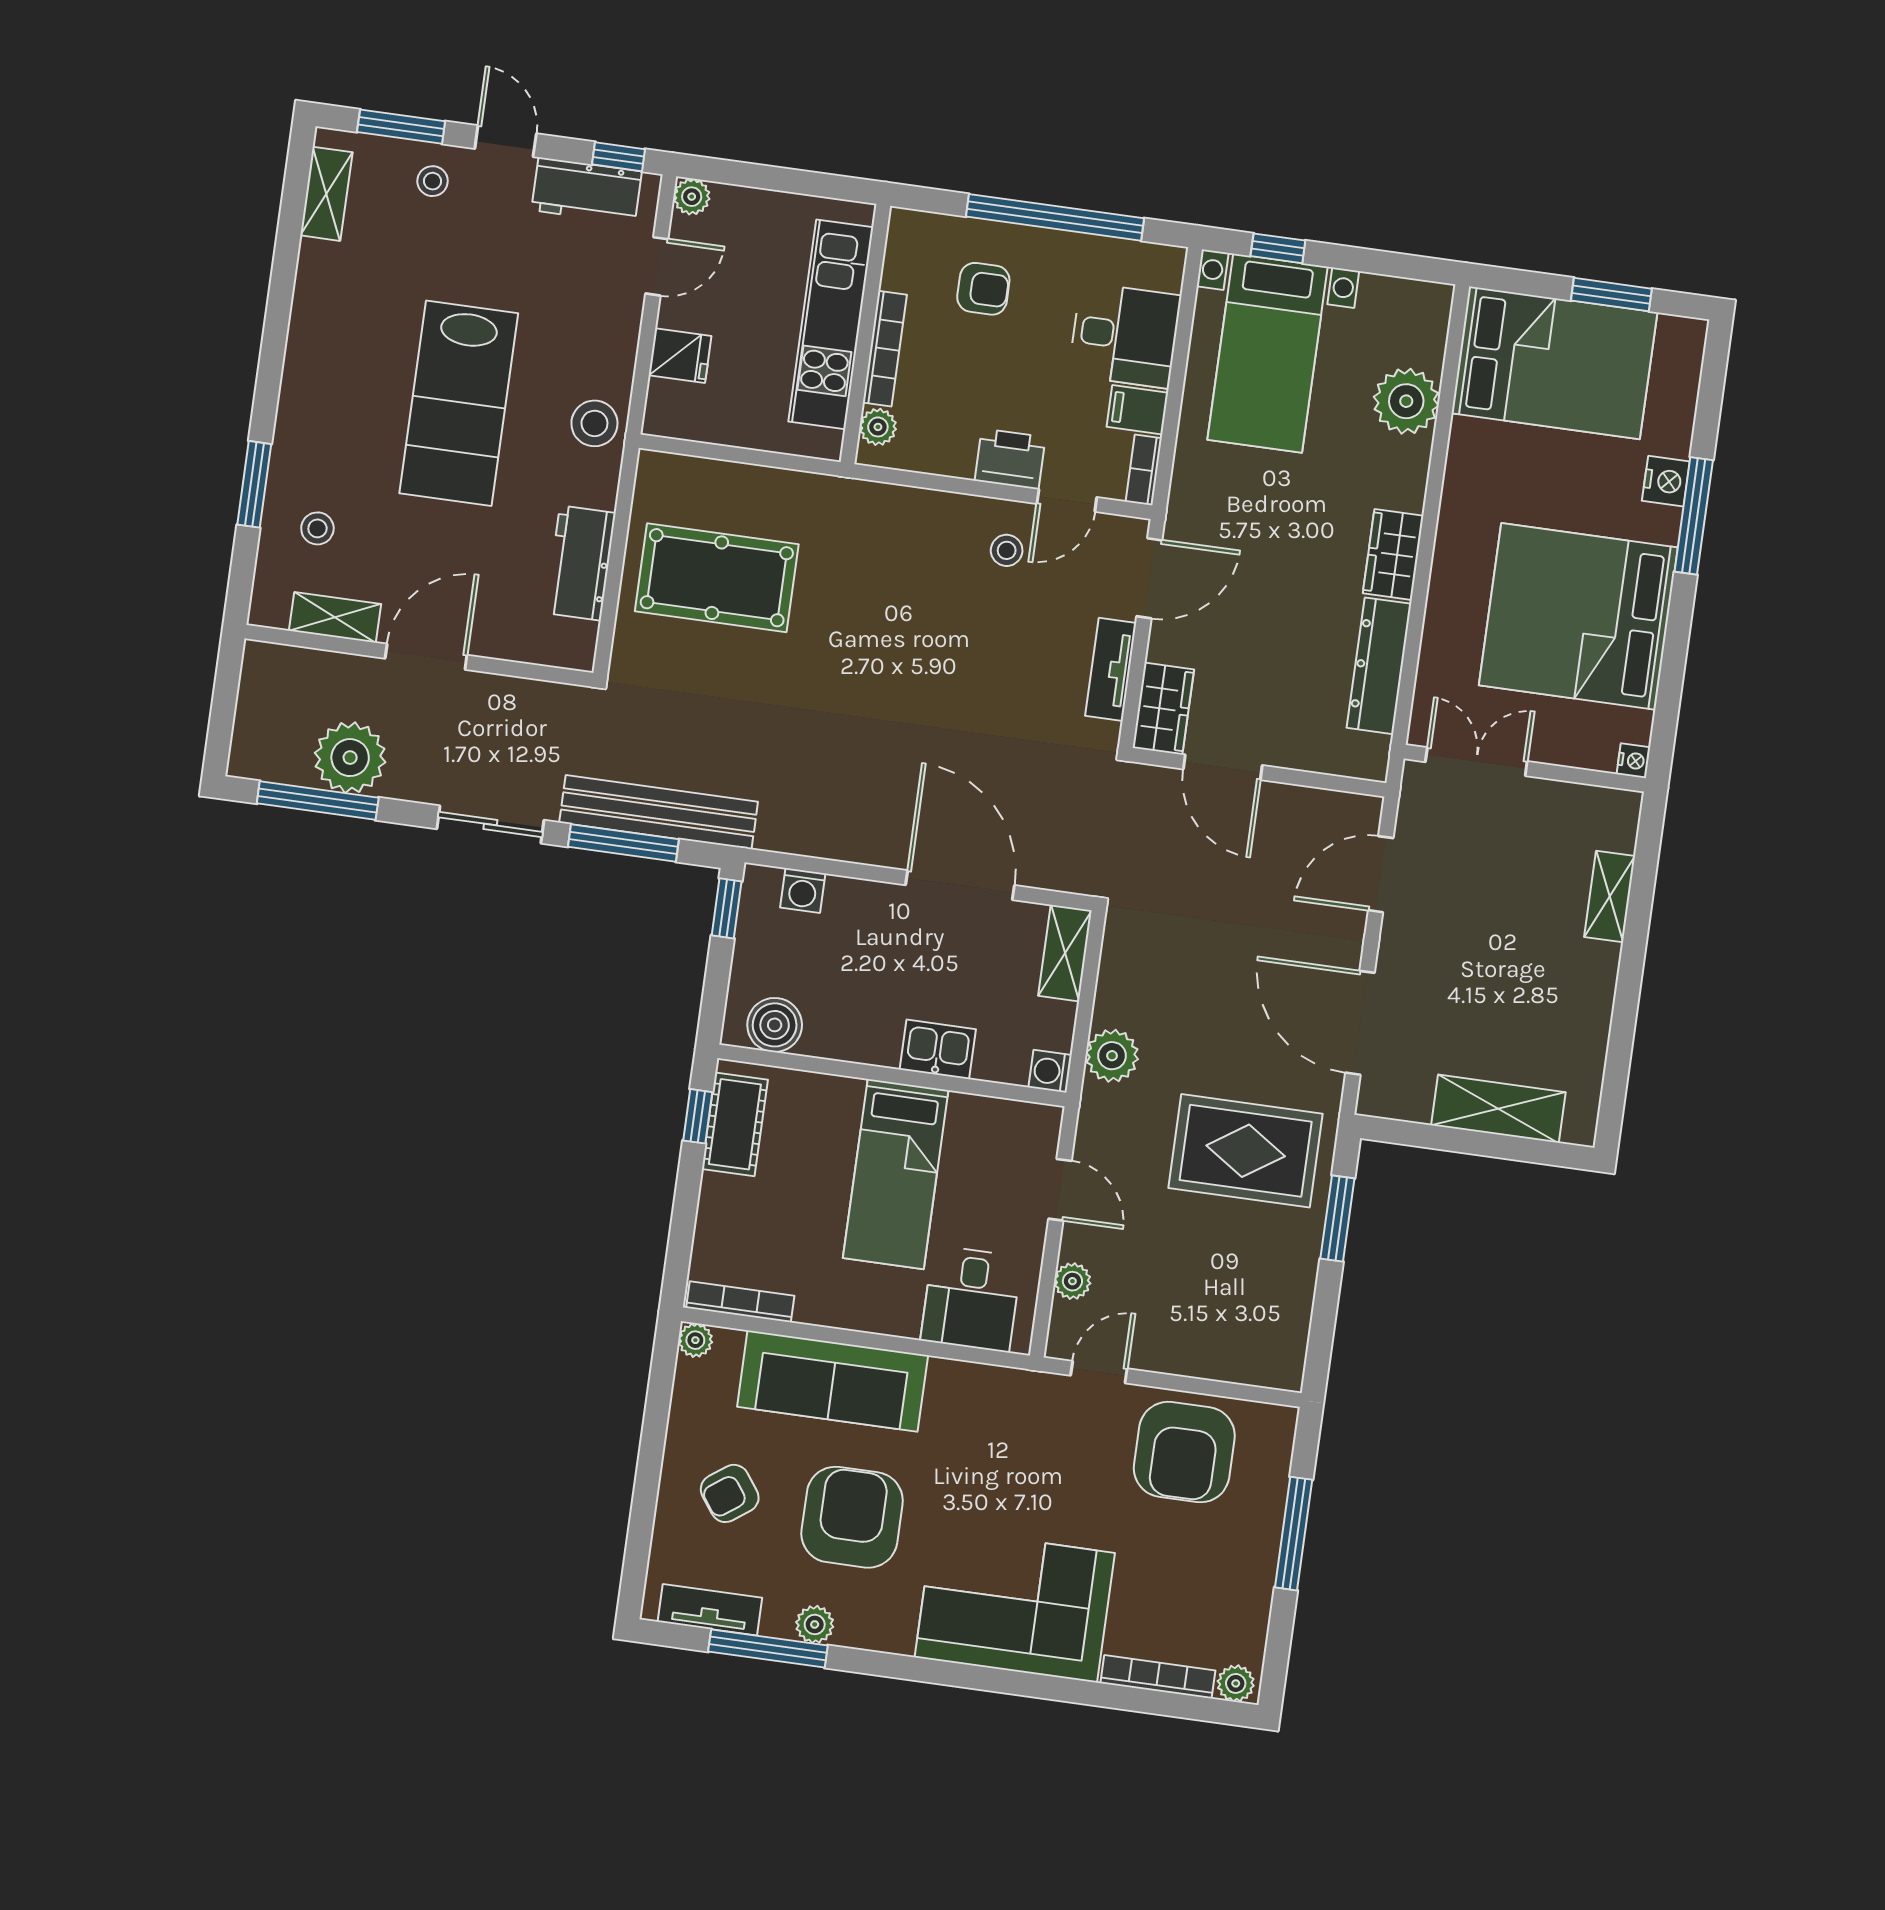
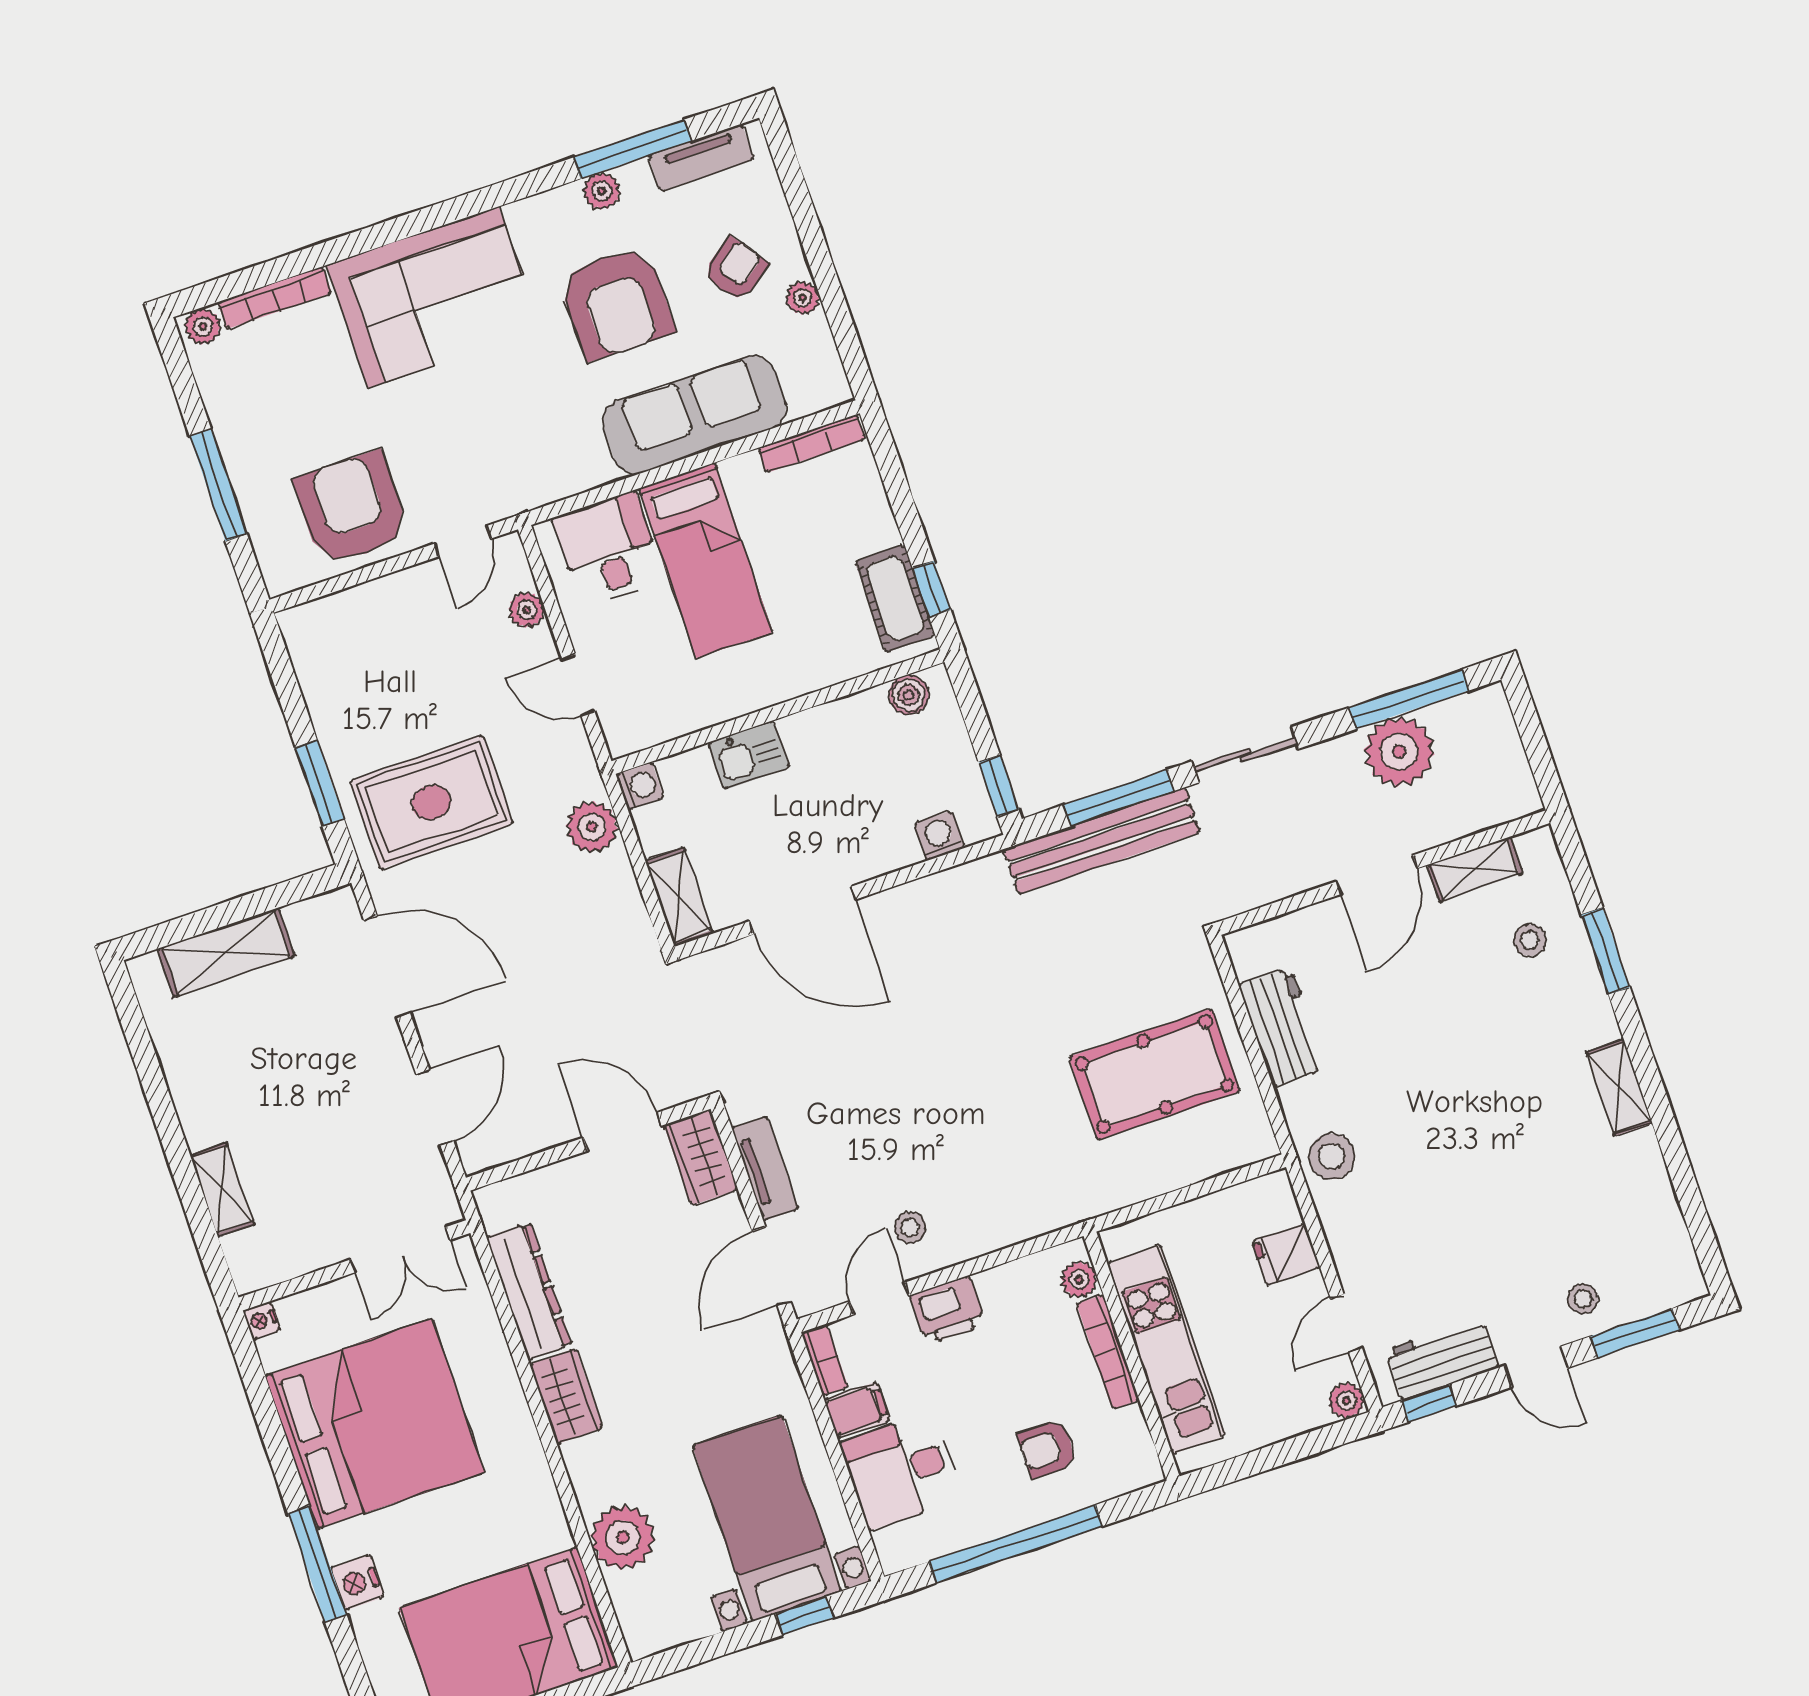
shelving: (326, 194) -> (1619, 1087), moved
lab bench: (459, 403) -> (1461, 1114), removed
boiler: (775, 1025) -> (909, 695), width x0.73, depth x0.73
bed: (896, 1174) -> (705, 560), moved, turned 180
plant: (695, 1340) -> (803, 298), moved

